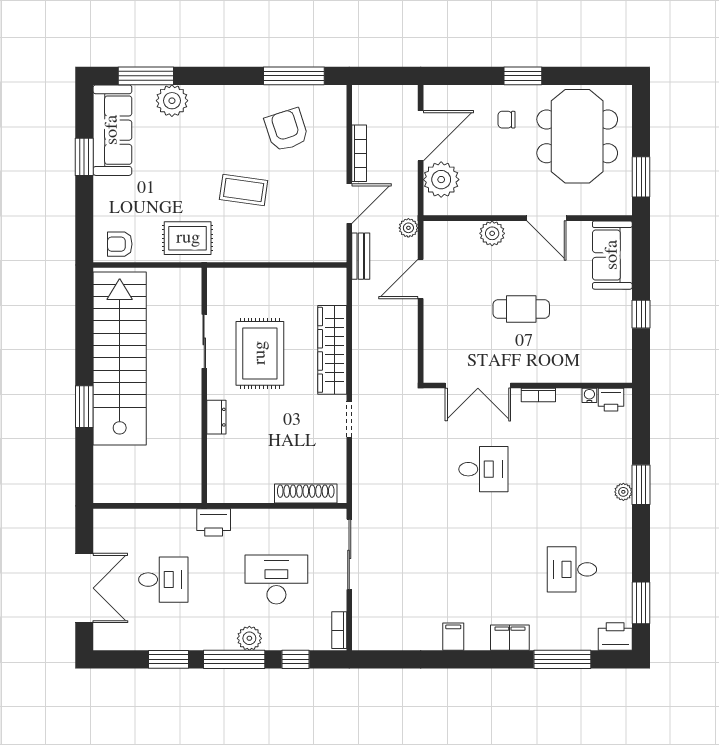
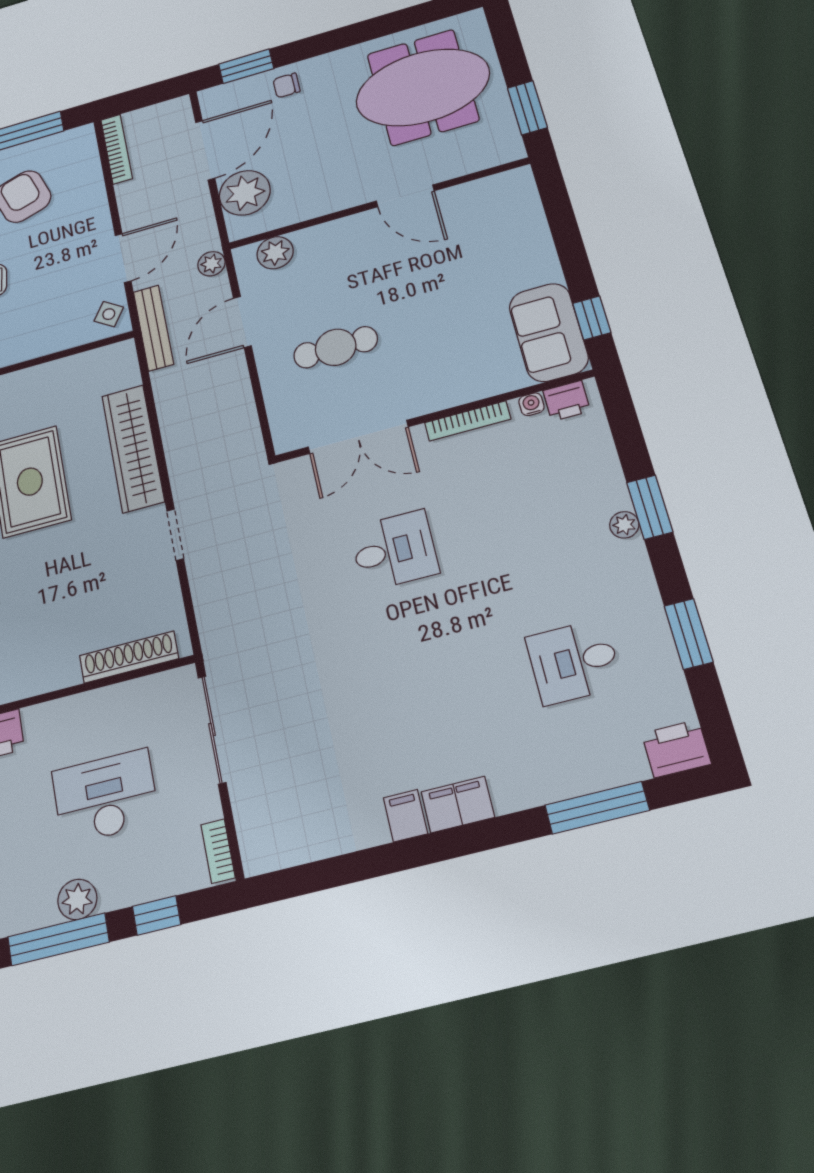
window: (523, 76) -> (246, 66), moved
chair: (507, 120) -> (287, 85), moved
meeting table: (577, 136) -> (423, 87), turned 90
bookcase: (359, 153) -> (117, 149), moved
plant: (492, 233) -> (275, 253), moved
side table: (332, 244) -> (109, 314), added
sofa: (612, 255) -> (549, 332), moved
bench: (361, 256) -> (153, 328), width x1.36
cafe table: (521, 309) -> (336, 347), moved
window: (641, 314) -> (592, 318), moved
bookcase: (538, 395) -> (468, 421), width x1.56
window: (641, 603) -> (689, 634), moved
filing cabinet: (510, 638) -> (458, 805), moved

